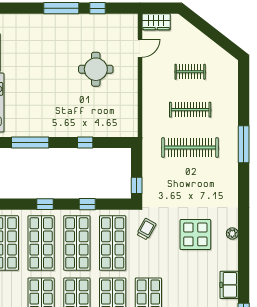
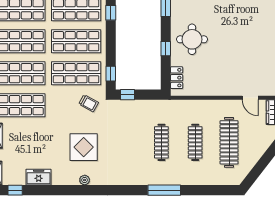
round table: (96, 69) -> (192, 39), moved
clothes rail: (190, 72) -> (229, 142), width x1.86, depth x1.31
locker: (118, 130) -> (177, 78), added
clothes rail: (190, 147) -> (161, 142), width x0.73, depth x0.76
window: (87, 204) -> (111, 74), moved

